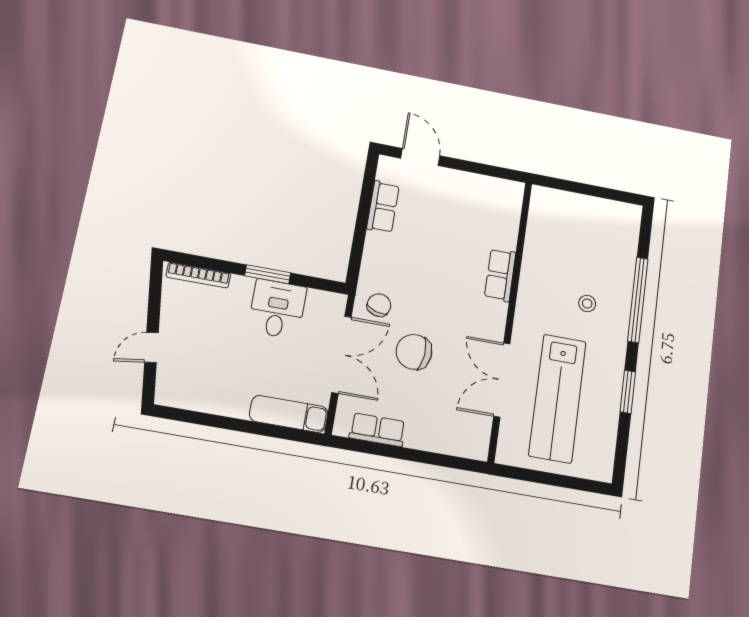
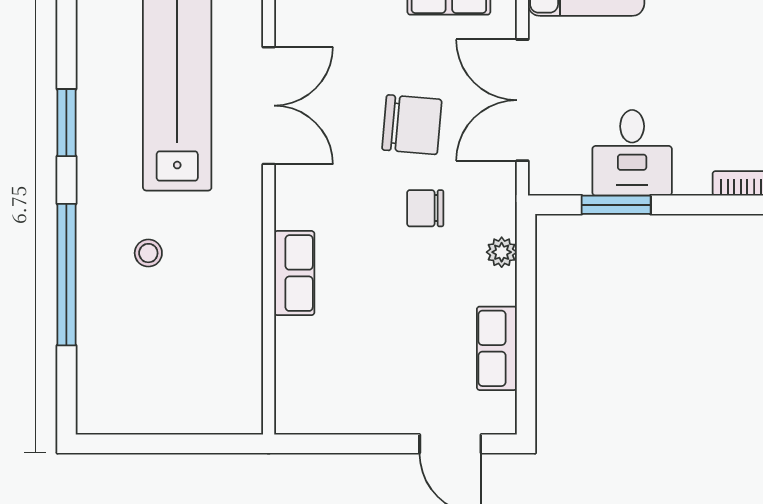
plant: (370, 264) -> (502, 252), added
window: (268, 274) -> (616, 205), moved
chair: (379, 305) -> (425, 208), moved, turned 73

